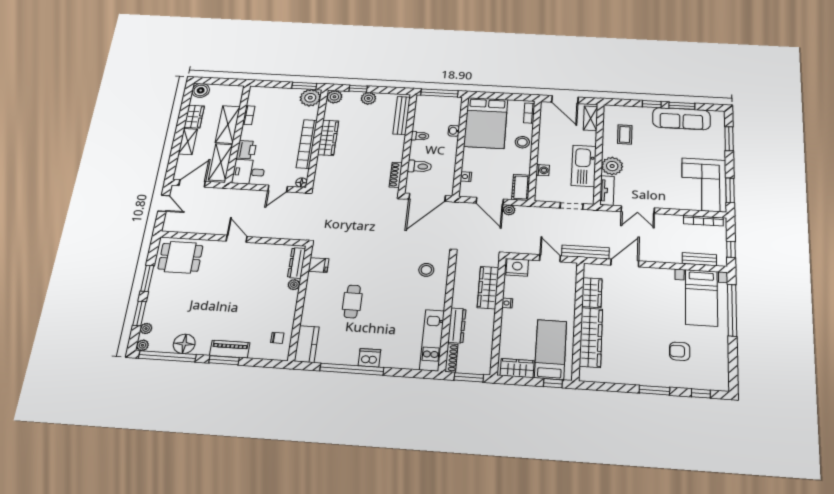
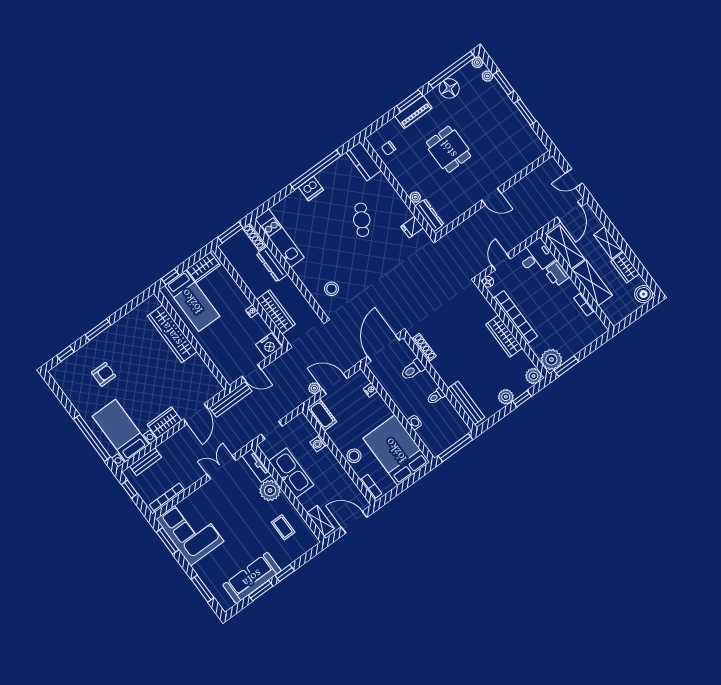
dining table: (180, 257) -> (449, 149), moved, turned 90
wardrobe: (592, 293) -> (164, 422), moved, turned 90
cafe table: (352, 301) -> (362, 220), turned 31

